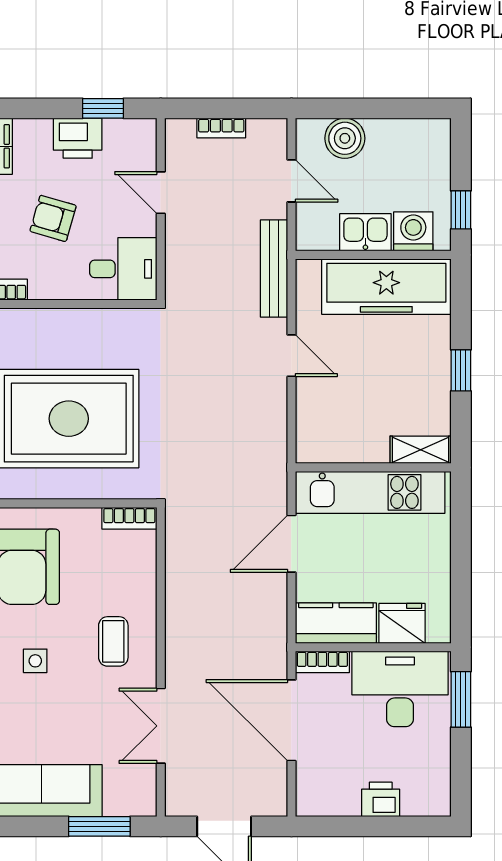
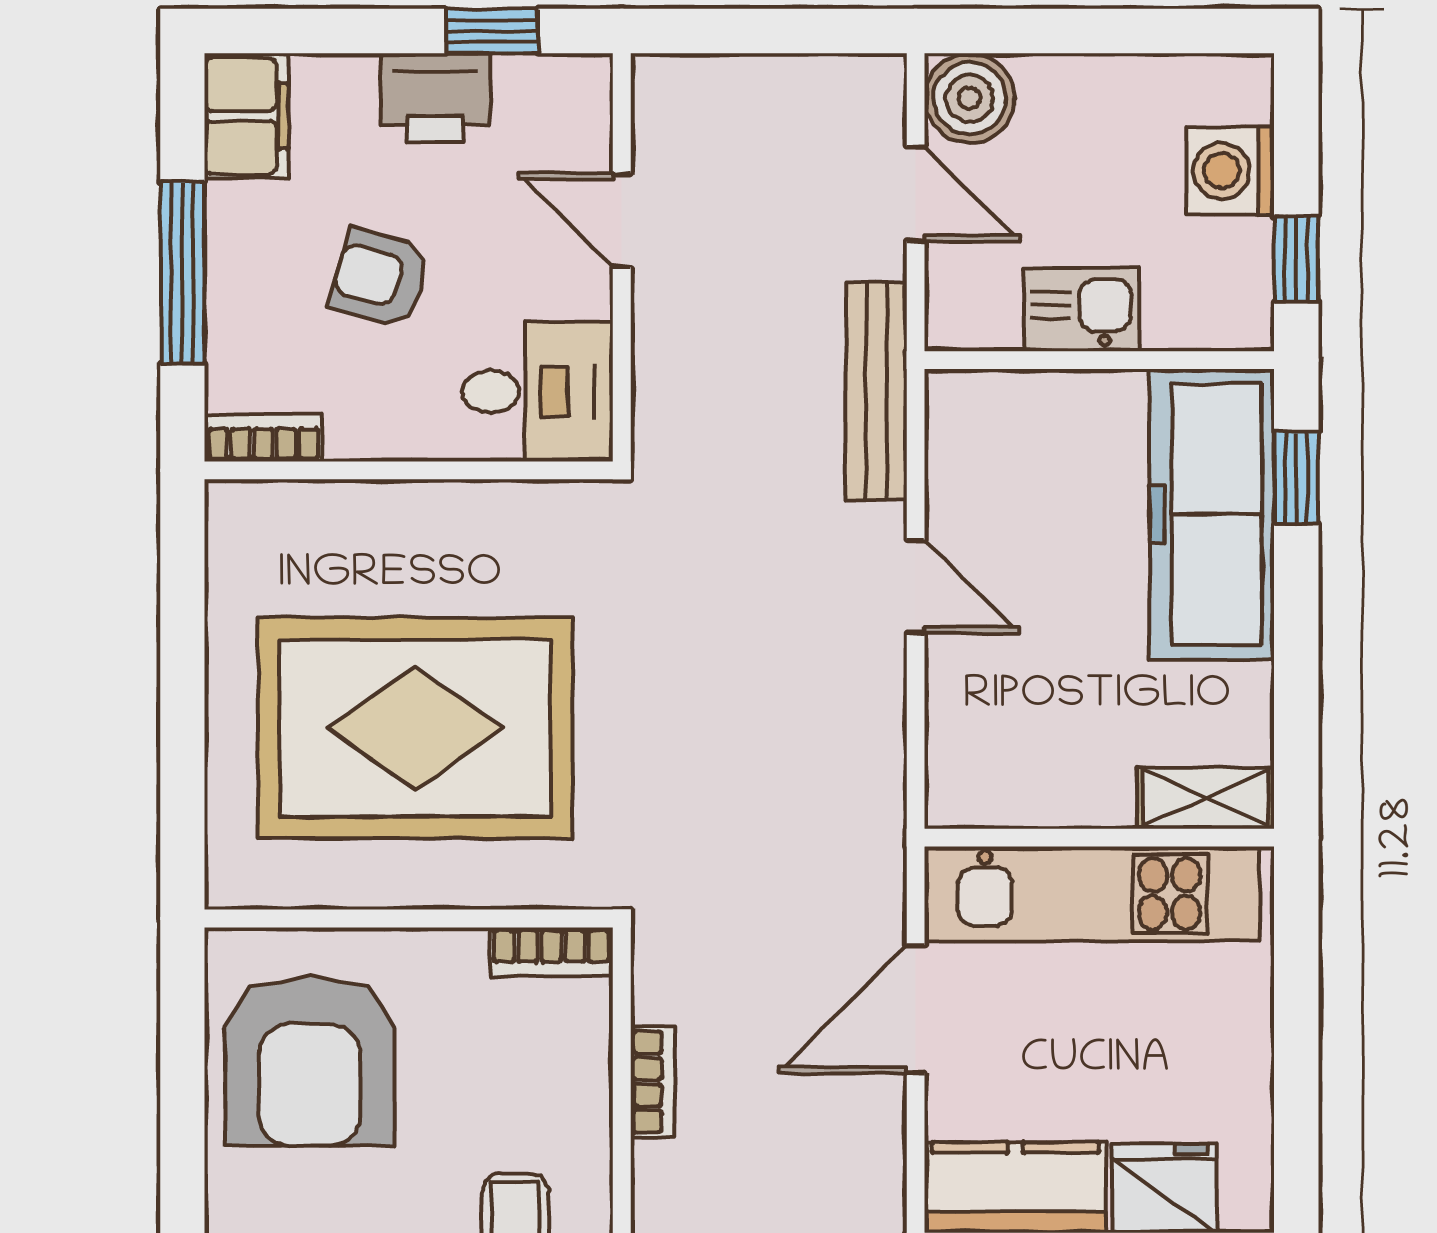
bookcase: (221, 128) -> (653, 1082), moved, turned -90
boiler: (345, 138) -> (970, 98), moved
washing machine: (413, 231) -> (1230, 171), moved, turned -90
freezer: (386, 287) -> (1212, 514), moved, turned 90
window: (461, 370) -> (1296, 478), moved

